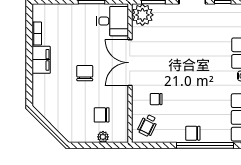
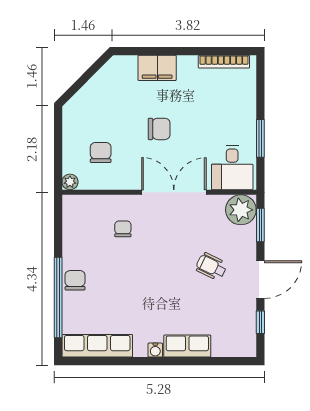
bookcase: (37, 33) -> (224, 62), width x1.56
filing cabinet: (41, 60) -> (157, 68), moved
wheelchair: (148, 125) -> (211, 267), moved
plant: (103, 137) -> (70, 182), moved

